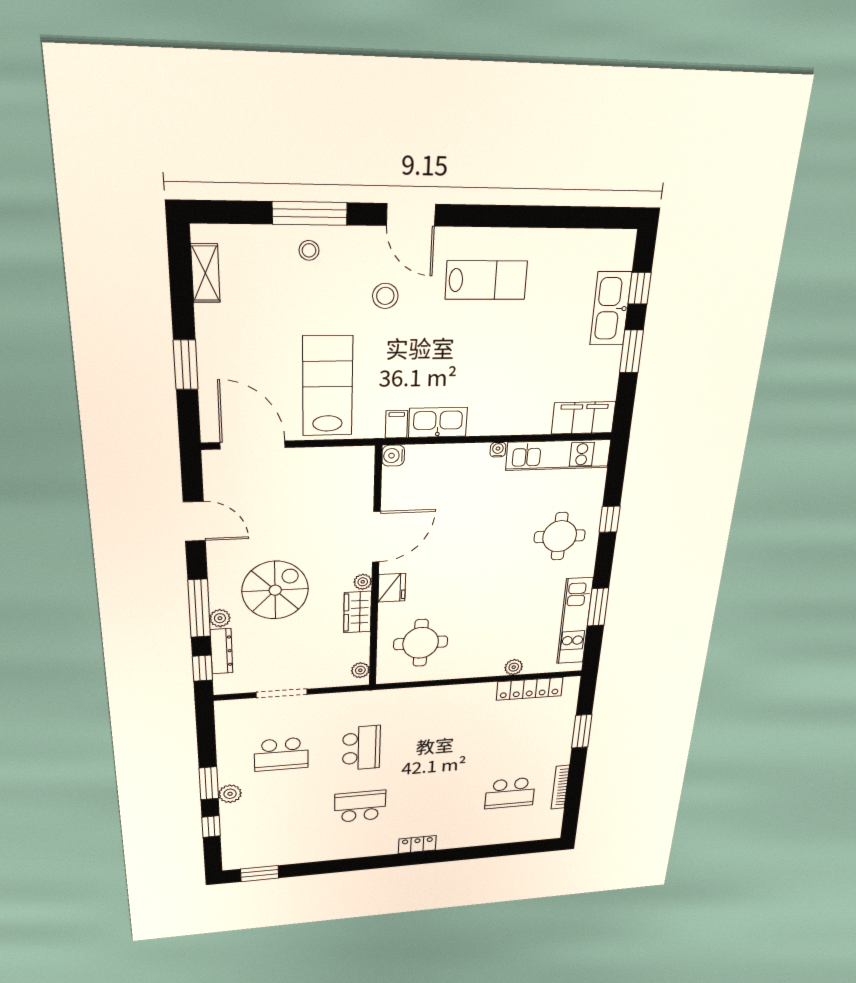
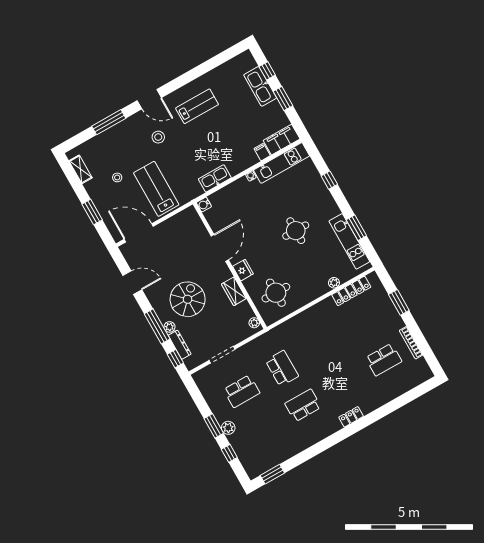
stool: (309, 250) -> (117, 177), moved
filing cabinet: (396, 424) -> (262, 152), moved
round table: (560, 536) -> (296, 231), moved
plant: (363, 582) -> (227, 274), removed

